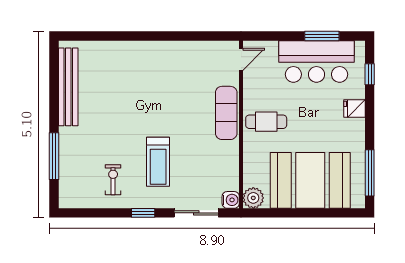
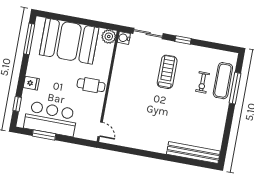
door: (241, 59) -> (100, 129), swing flipped
bench: (68, 87) -> (193, 153), moved, turned 90
exercise mat: (226, 113) -> (223, 81), moved
exercise bike: (113, 180) -> (203, 82), moved

